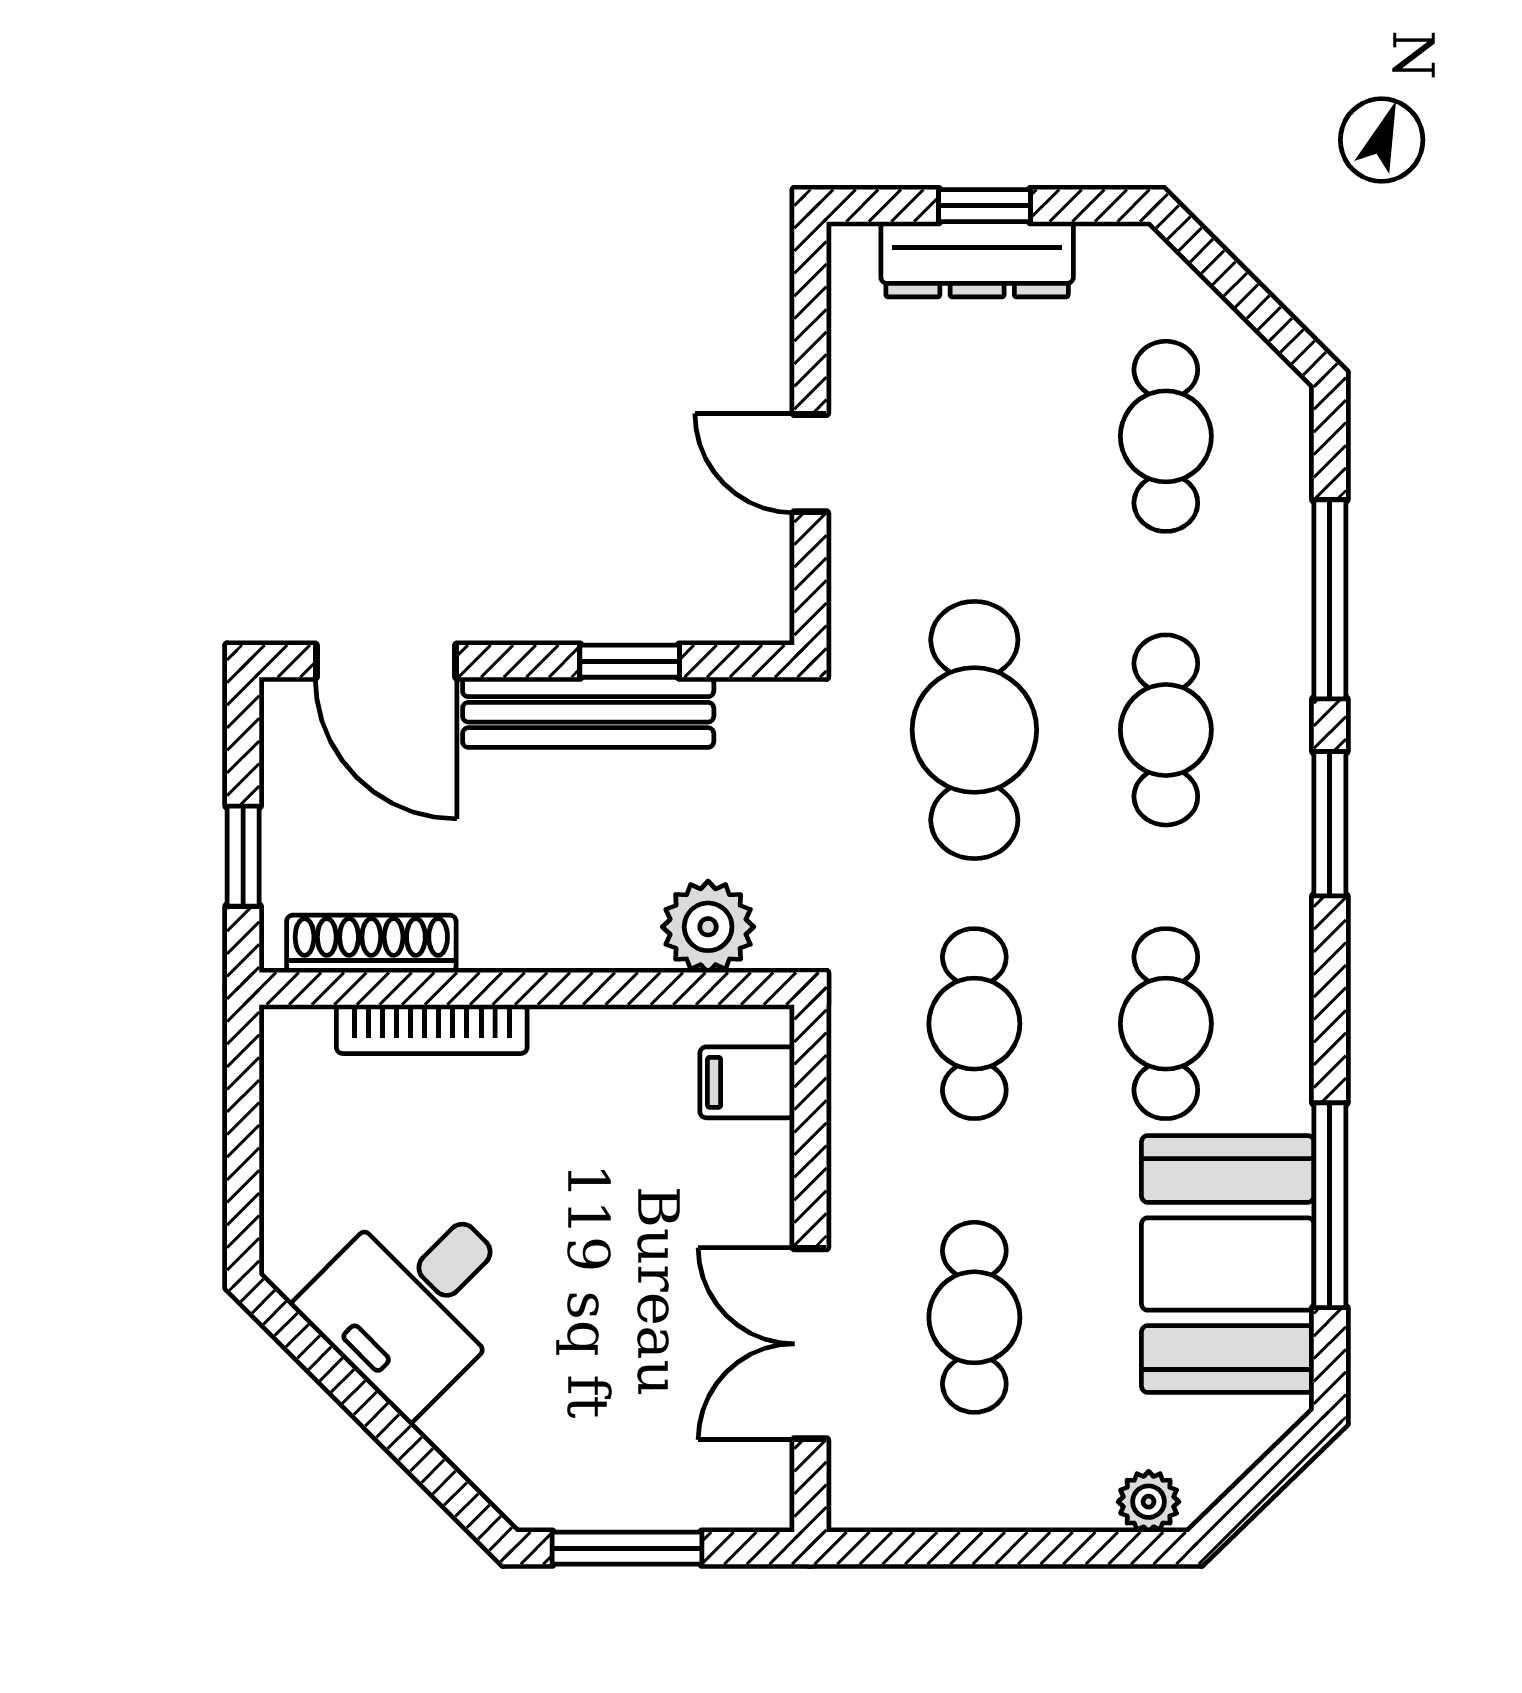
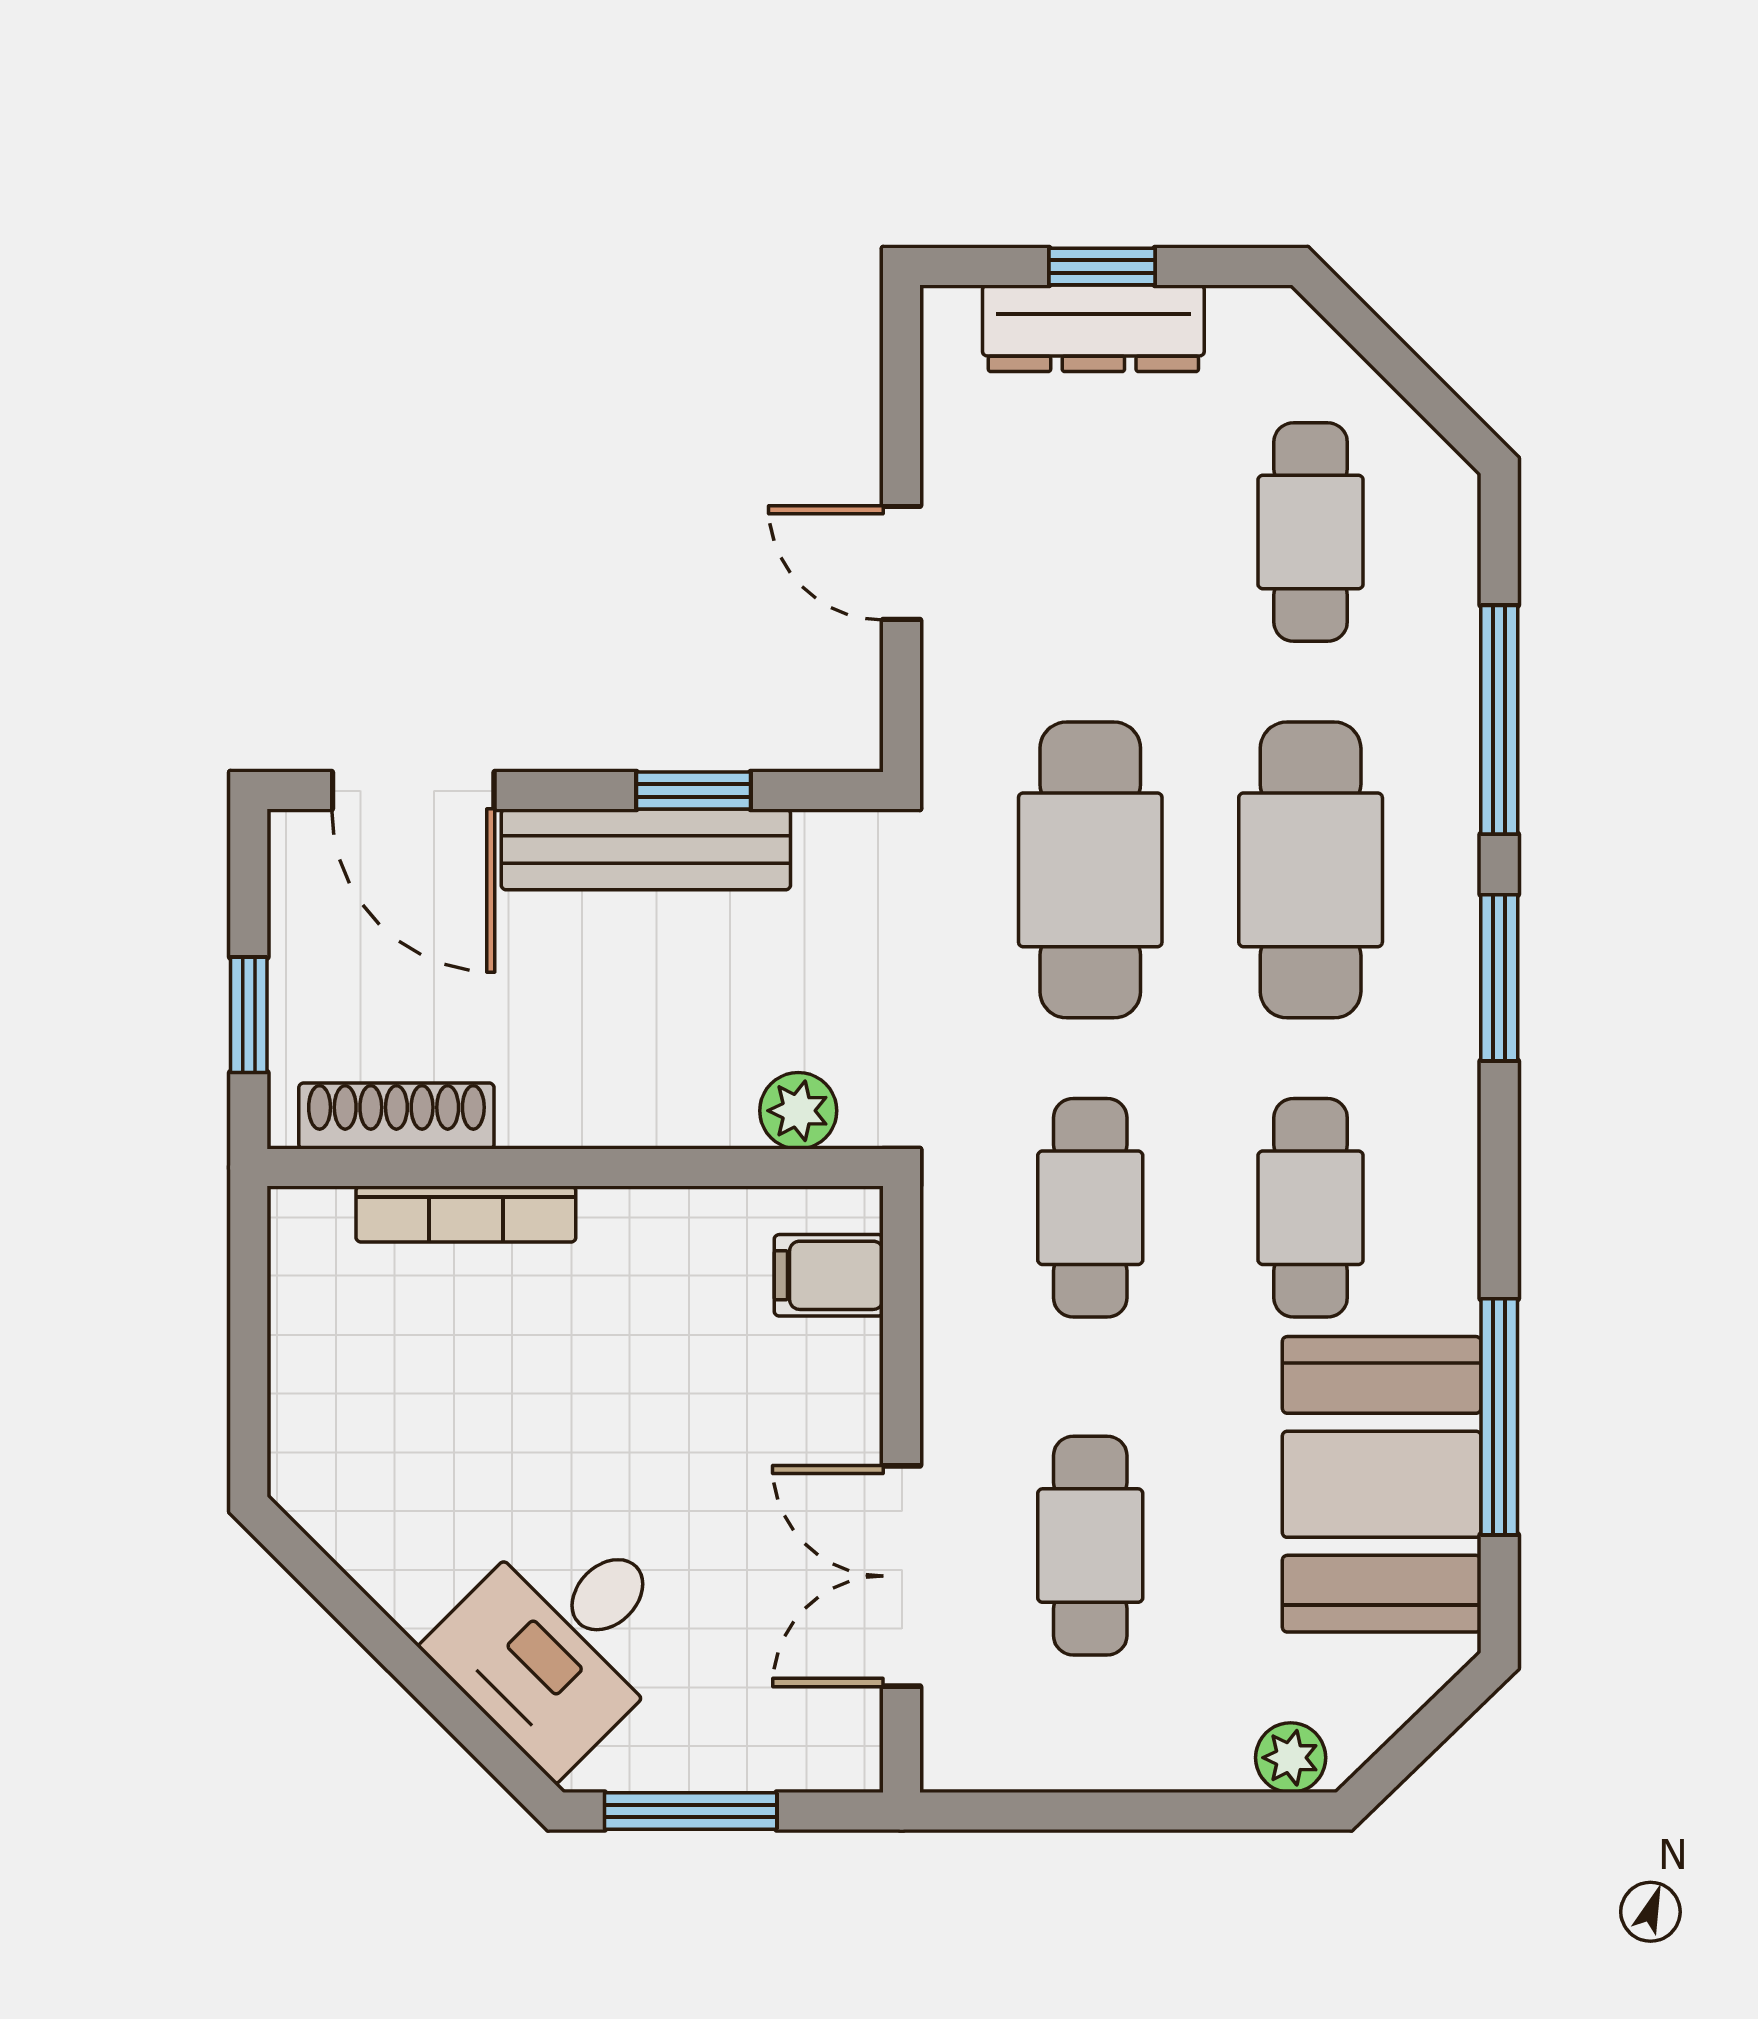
cafe table: (1166, 730) -> (1311, 870), width x1.37, depth x1.35
plant: (708, 927) -> (798, 1111), width x0.73, depth x0.73
desk: (414, 1300) -> (561, 1641), moved

